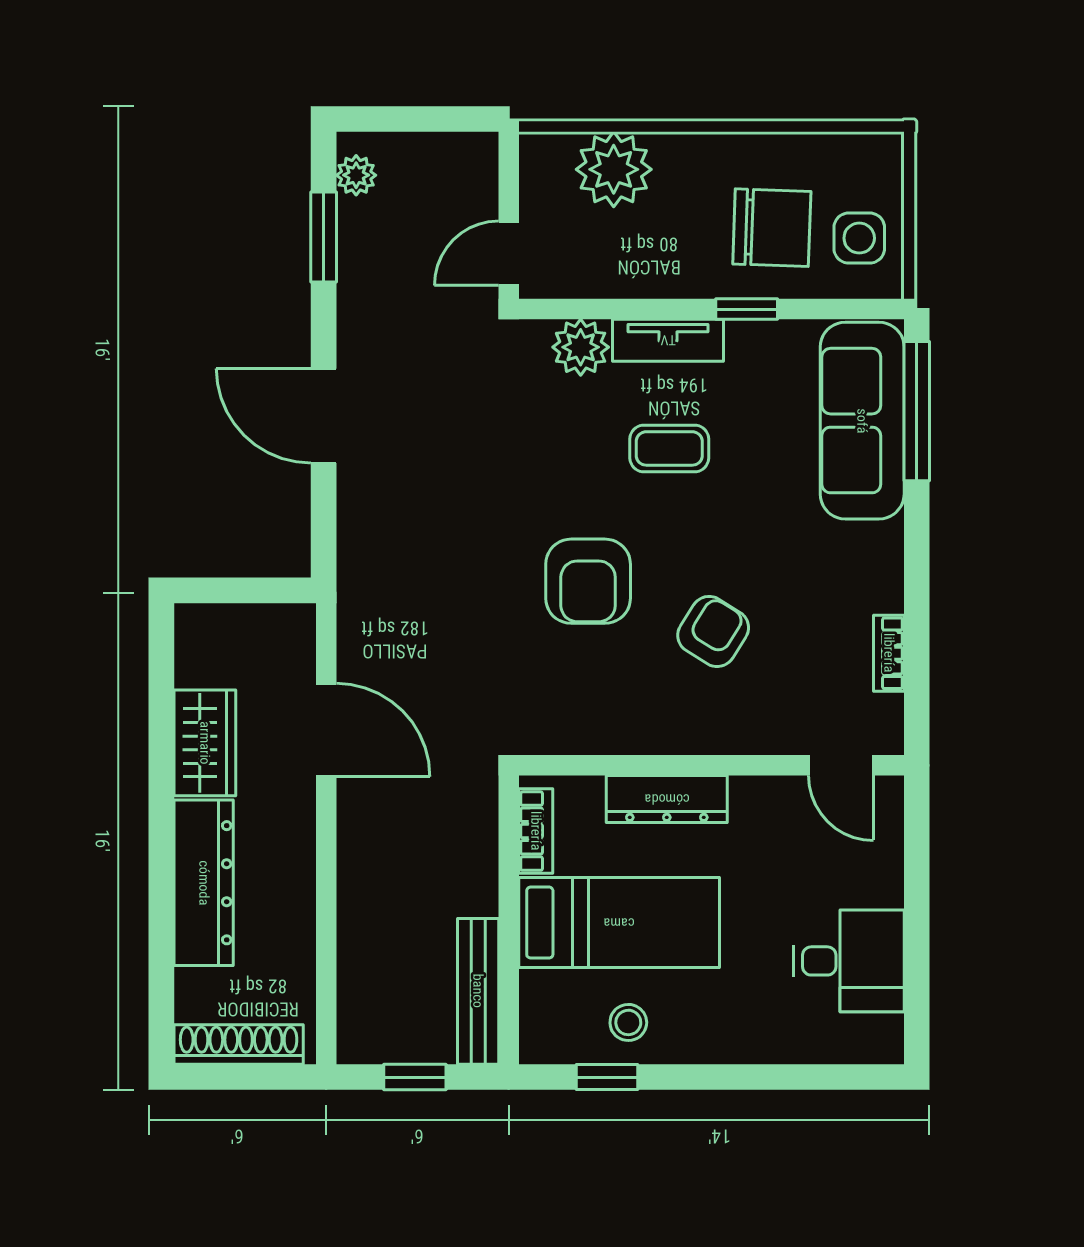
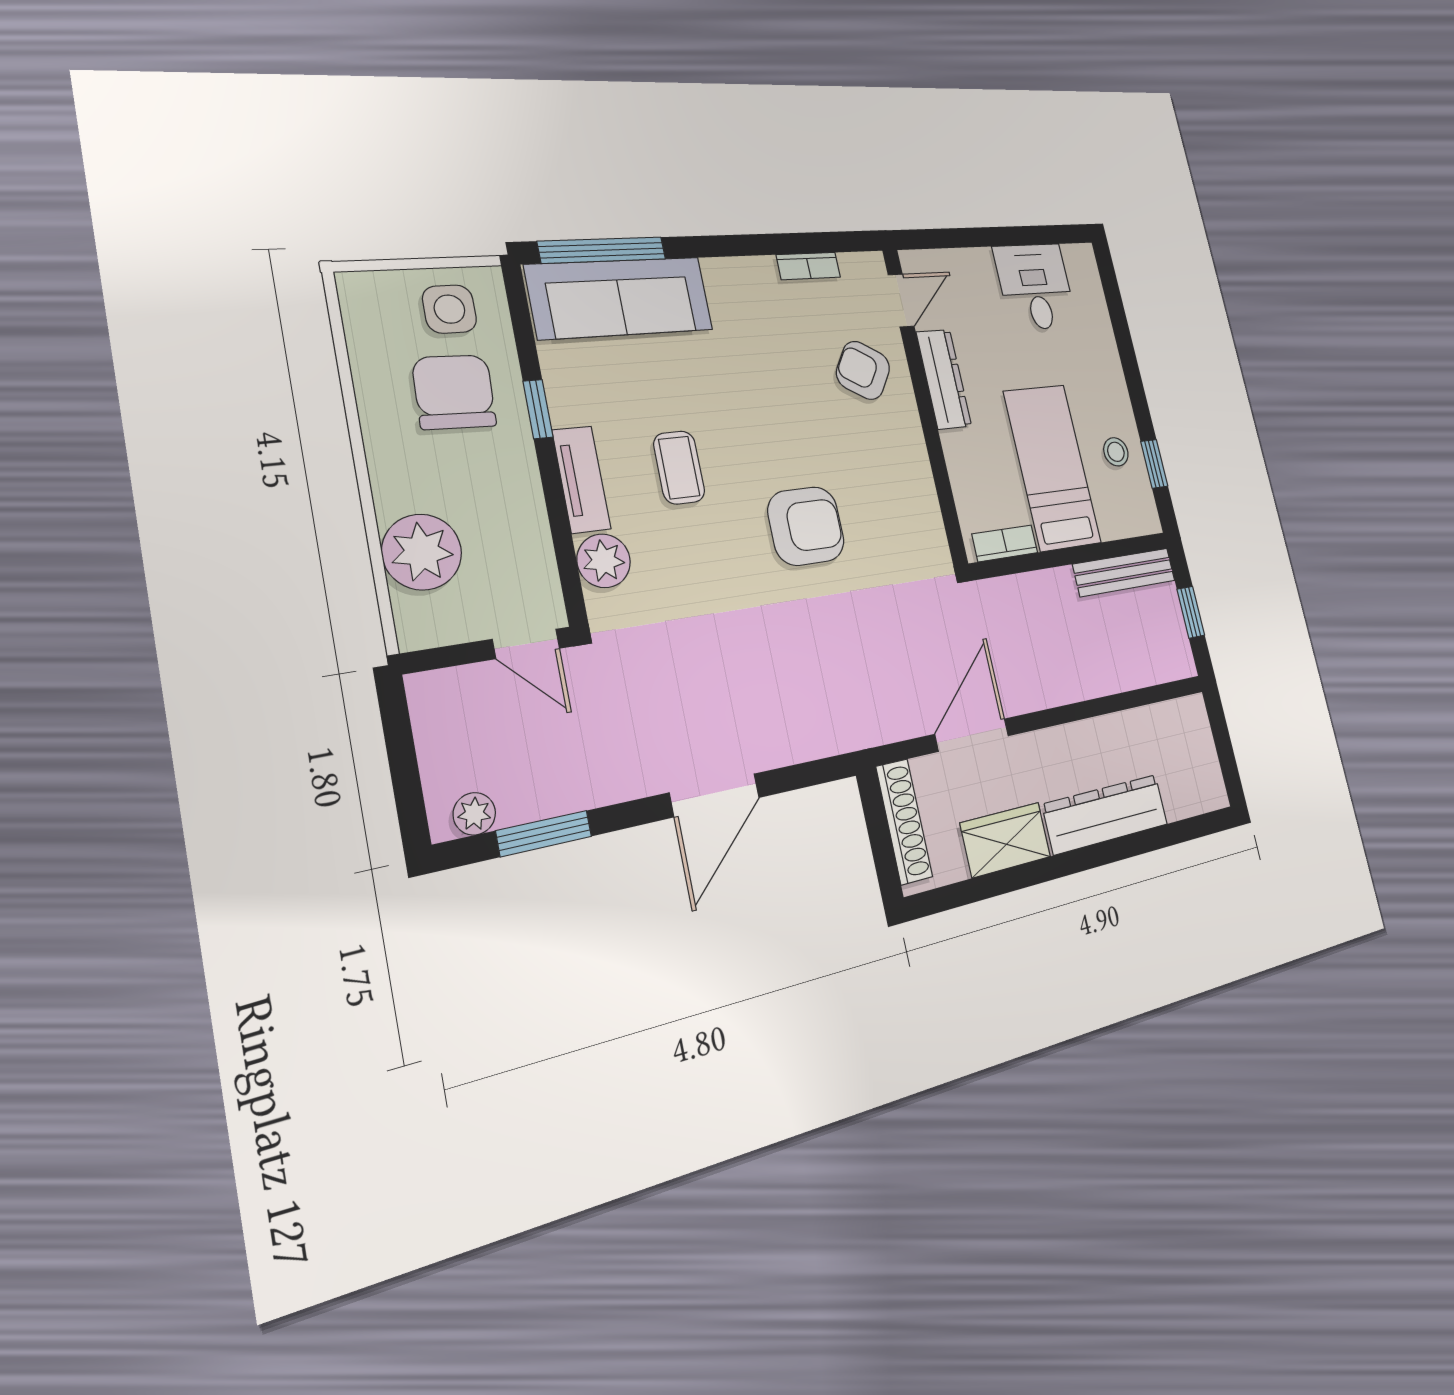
armchair: (713, 631) -> (863, 370), moved
dresser: (667, 799) -> (944, 379), moved
shoe rack: (239, 1044) -> (904, 821), moved, turned 180

